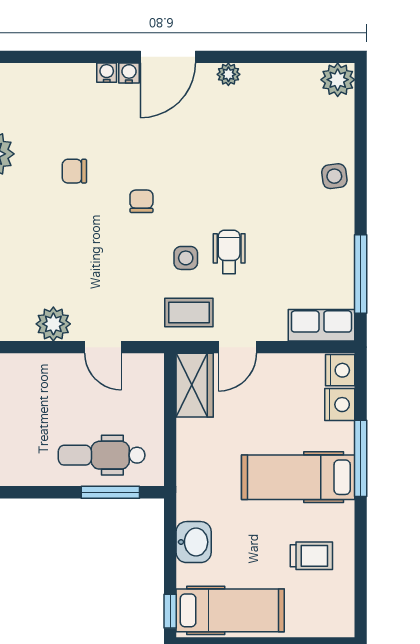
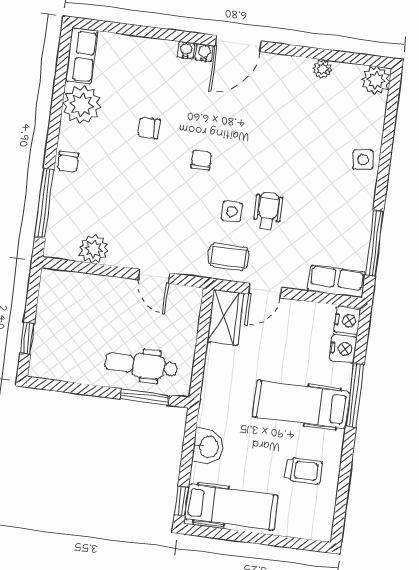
plant: (228, 74) -> (322, 69), moved
plant: (53, 324) -> (94, 249), moved

